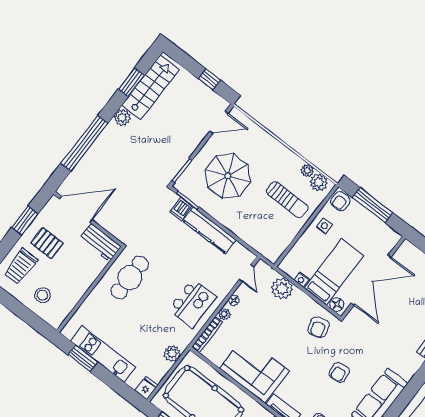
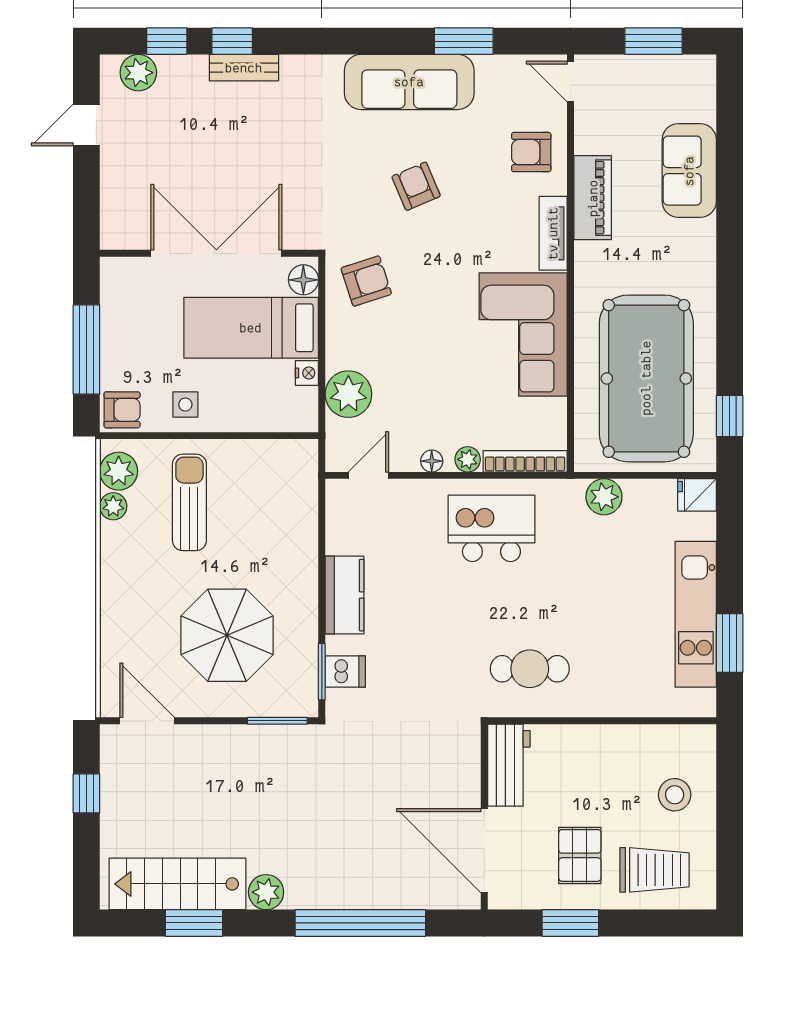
kitchen counter: (209, 230) -> (345, 595), width x0.67
cafe table: (130, 278) -> (530, 669), width x0.73, depth x0.74
armchair: (339, 372) -> (416, 186), turned -108

